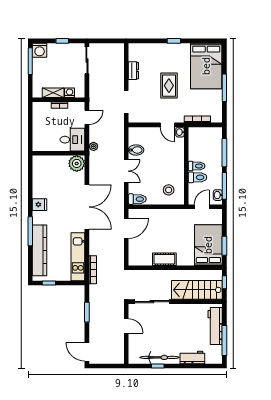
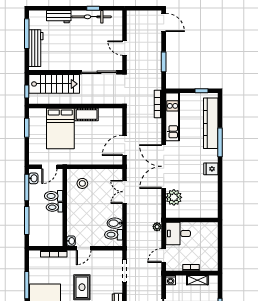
washing machine: (70, 93) -> (171, 280), moved
door: (167, 125) -> (84, 248), swing flipped
plant: (77, 163) -> (174, 197), moved
double door: (126, 171) -> (125, 192), moved
toilet: (137, 199) -> (114, 235), moved
bed: (208, 245) -> (60, 128), moved

